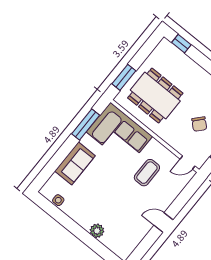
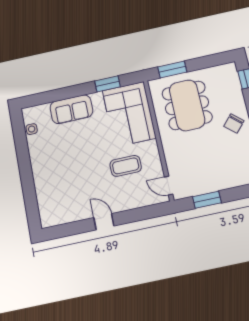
window: (86, 124) -> (107, 84), width x0.69
chair: (199, 124) -> (234, 124), moved
plant: (97, 231) -> (41, 182), removed

